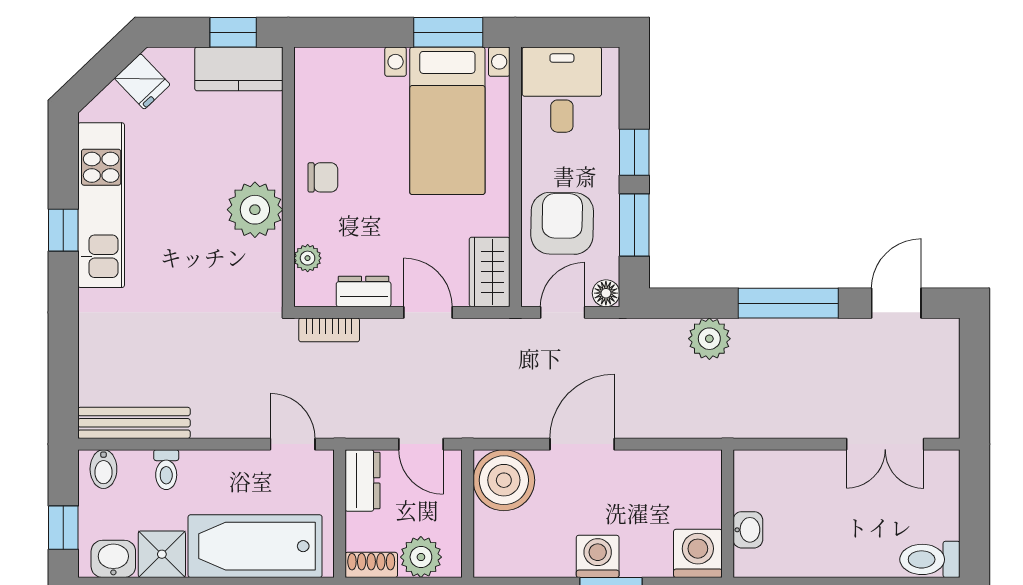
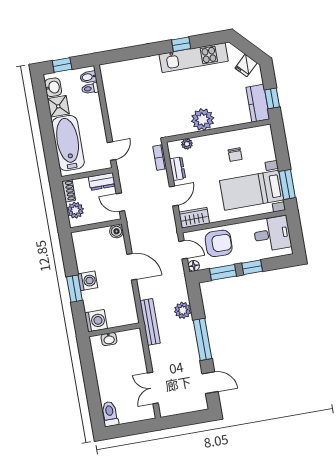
chair: (323, 177) -> (235, 155), moved
bench: (134, 423) -> (150, 322), moved
door: (421, 444) -> (120, 202), hinge flipped
toilet: (166, 470) -> (90, 88), moved
boiler: (504, 480) -> (116, 231), width x0.54, depth x0.54

